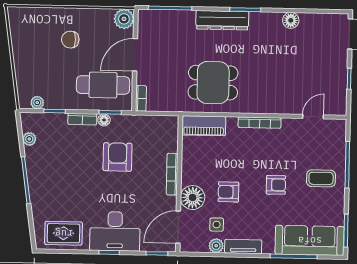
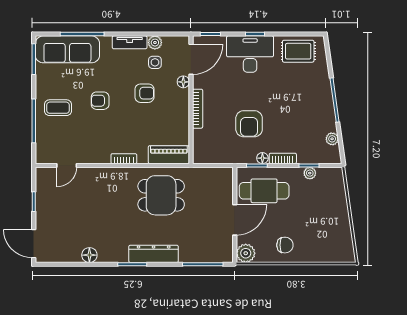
chair: (70, 40) -> (285, 245), moved
bookcase: (141, 98) -> (228, 179), removed
plant: (37, 103) -> (310, 173), moved
bookcase: (260, 123) -> (124, 159), width x0.64
floor lamp: (193, 198) -> (183, 82), width x0.53, depth x0.53

